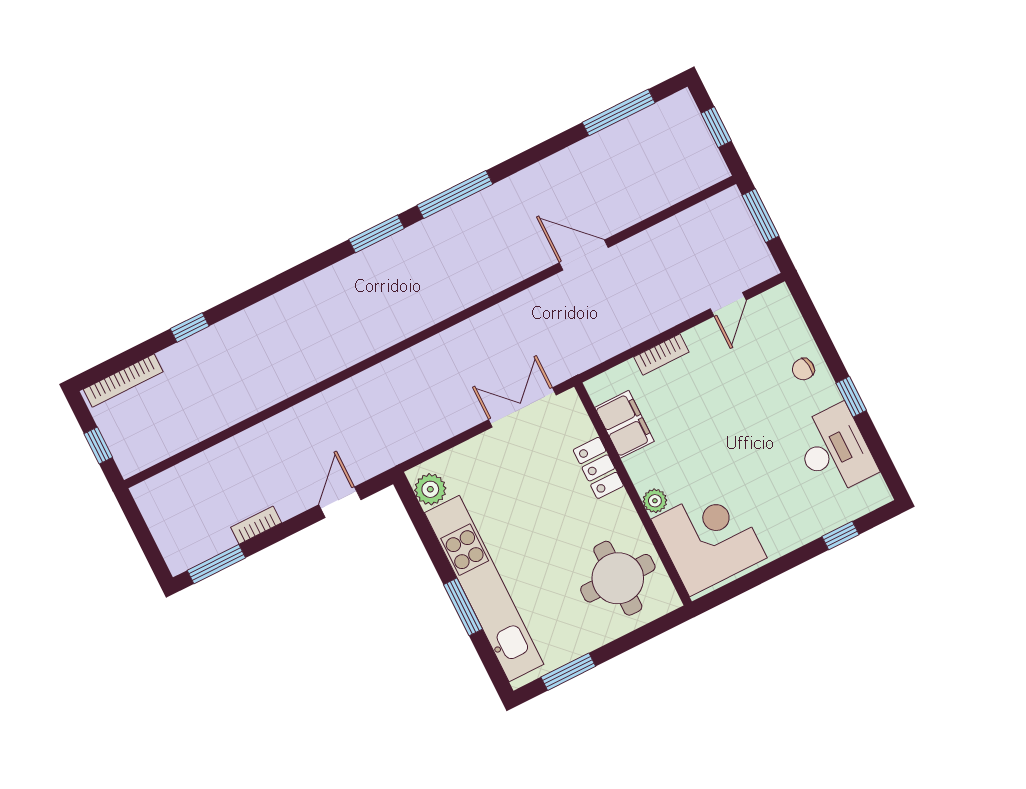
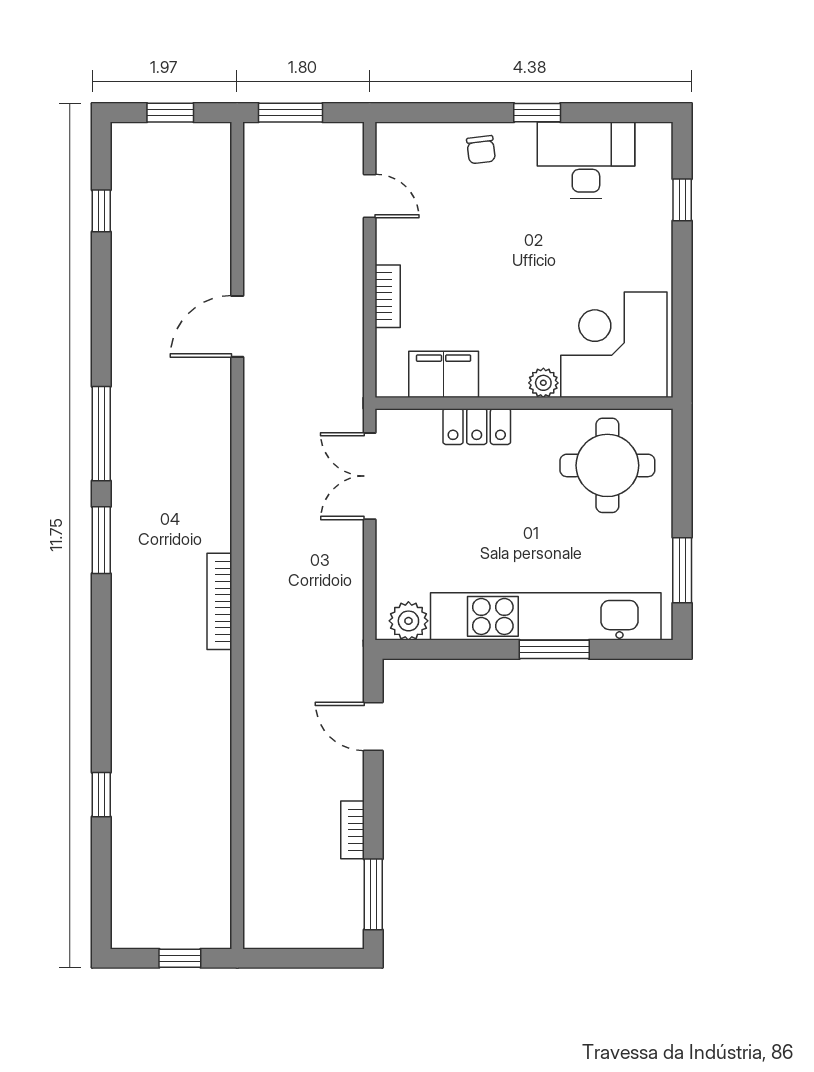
window: (619, 113) -> (101, 211), width x0.46
bookcase: (123, 380) -> (219, 601), moved, turned 180

